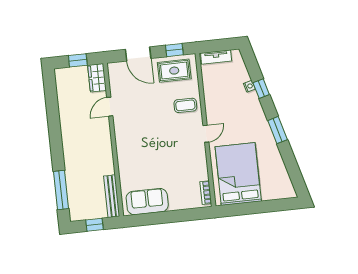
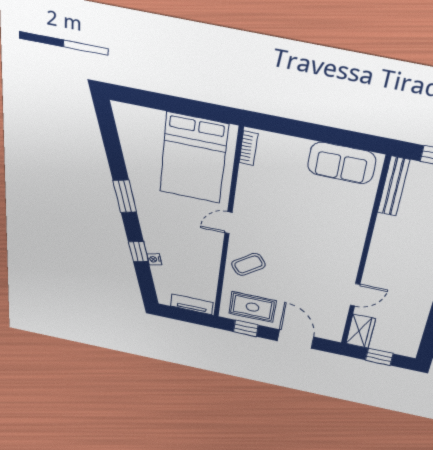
coffee table: (185, 105) -> (248, 264), turned -37

